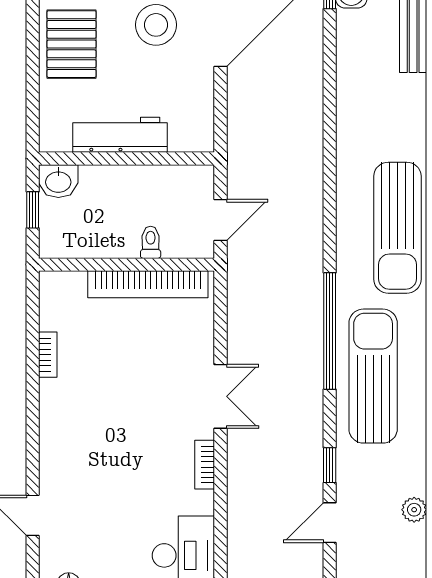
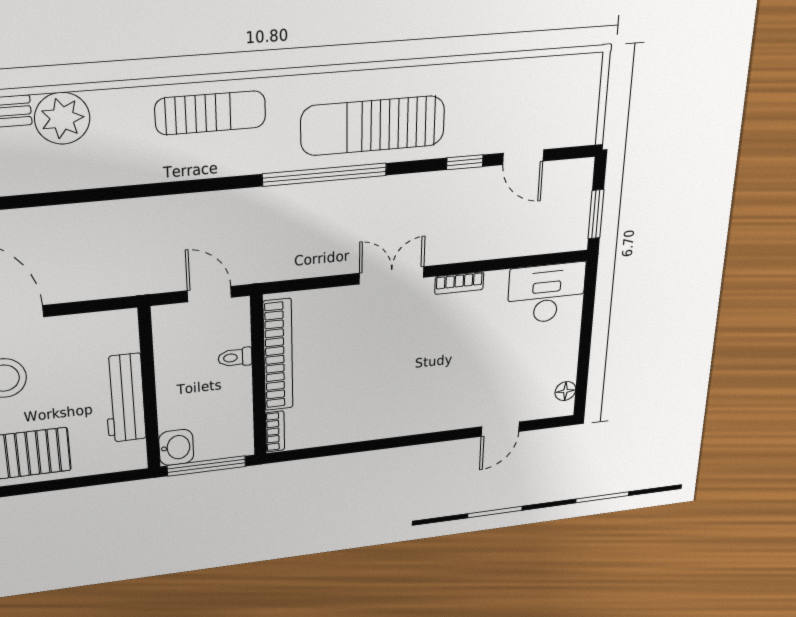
window: (33, 210) -> (206, 466), width x2.17
sun lounger: (397, 228) -> (210, 113), width x0.73, depth x0.75
bookcase: (48, 355) -> (275, 431), moved, turned 90
plant: (414, 510) -> (62, 118), moved, width x1.88, depth x1.88

